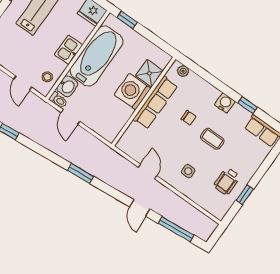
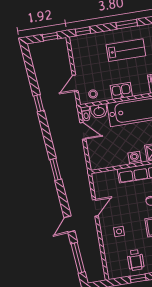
washing machine: (133, 92) -> (135, 158), width x0.53, depth x0.53
door: (70, 117) -> (83, 131), swing flipped
wheelchair: (227, 181) -> (136, 260), turned -90

